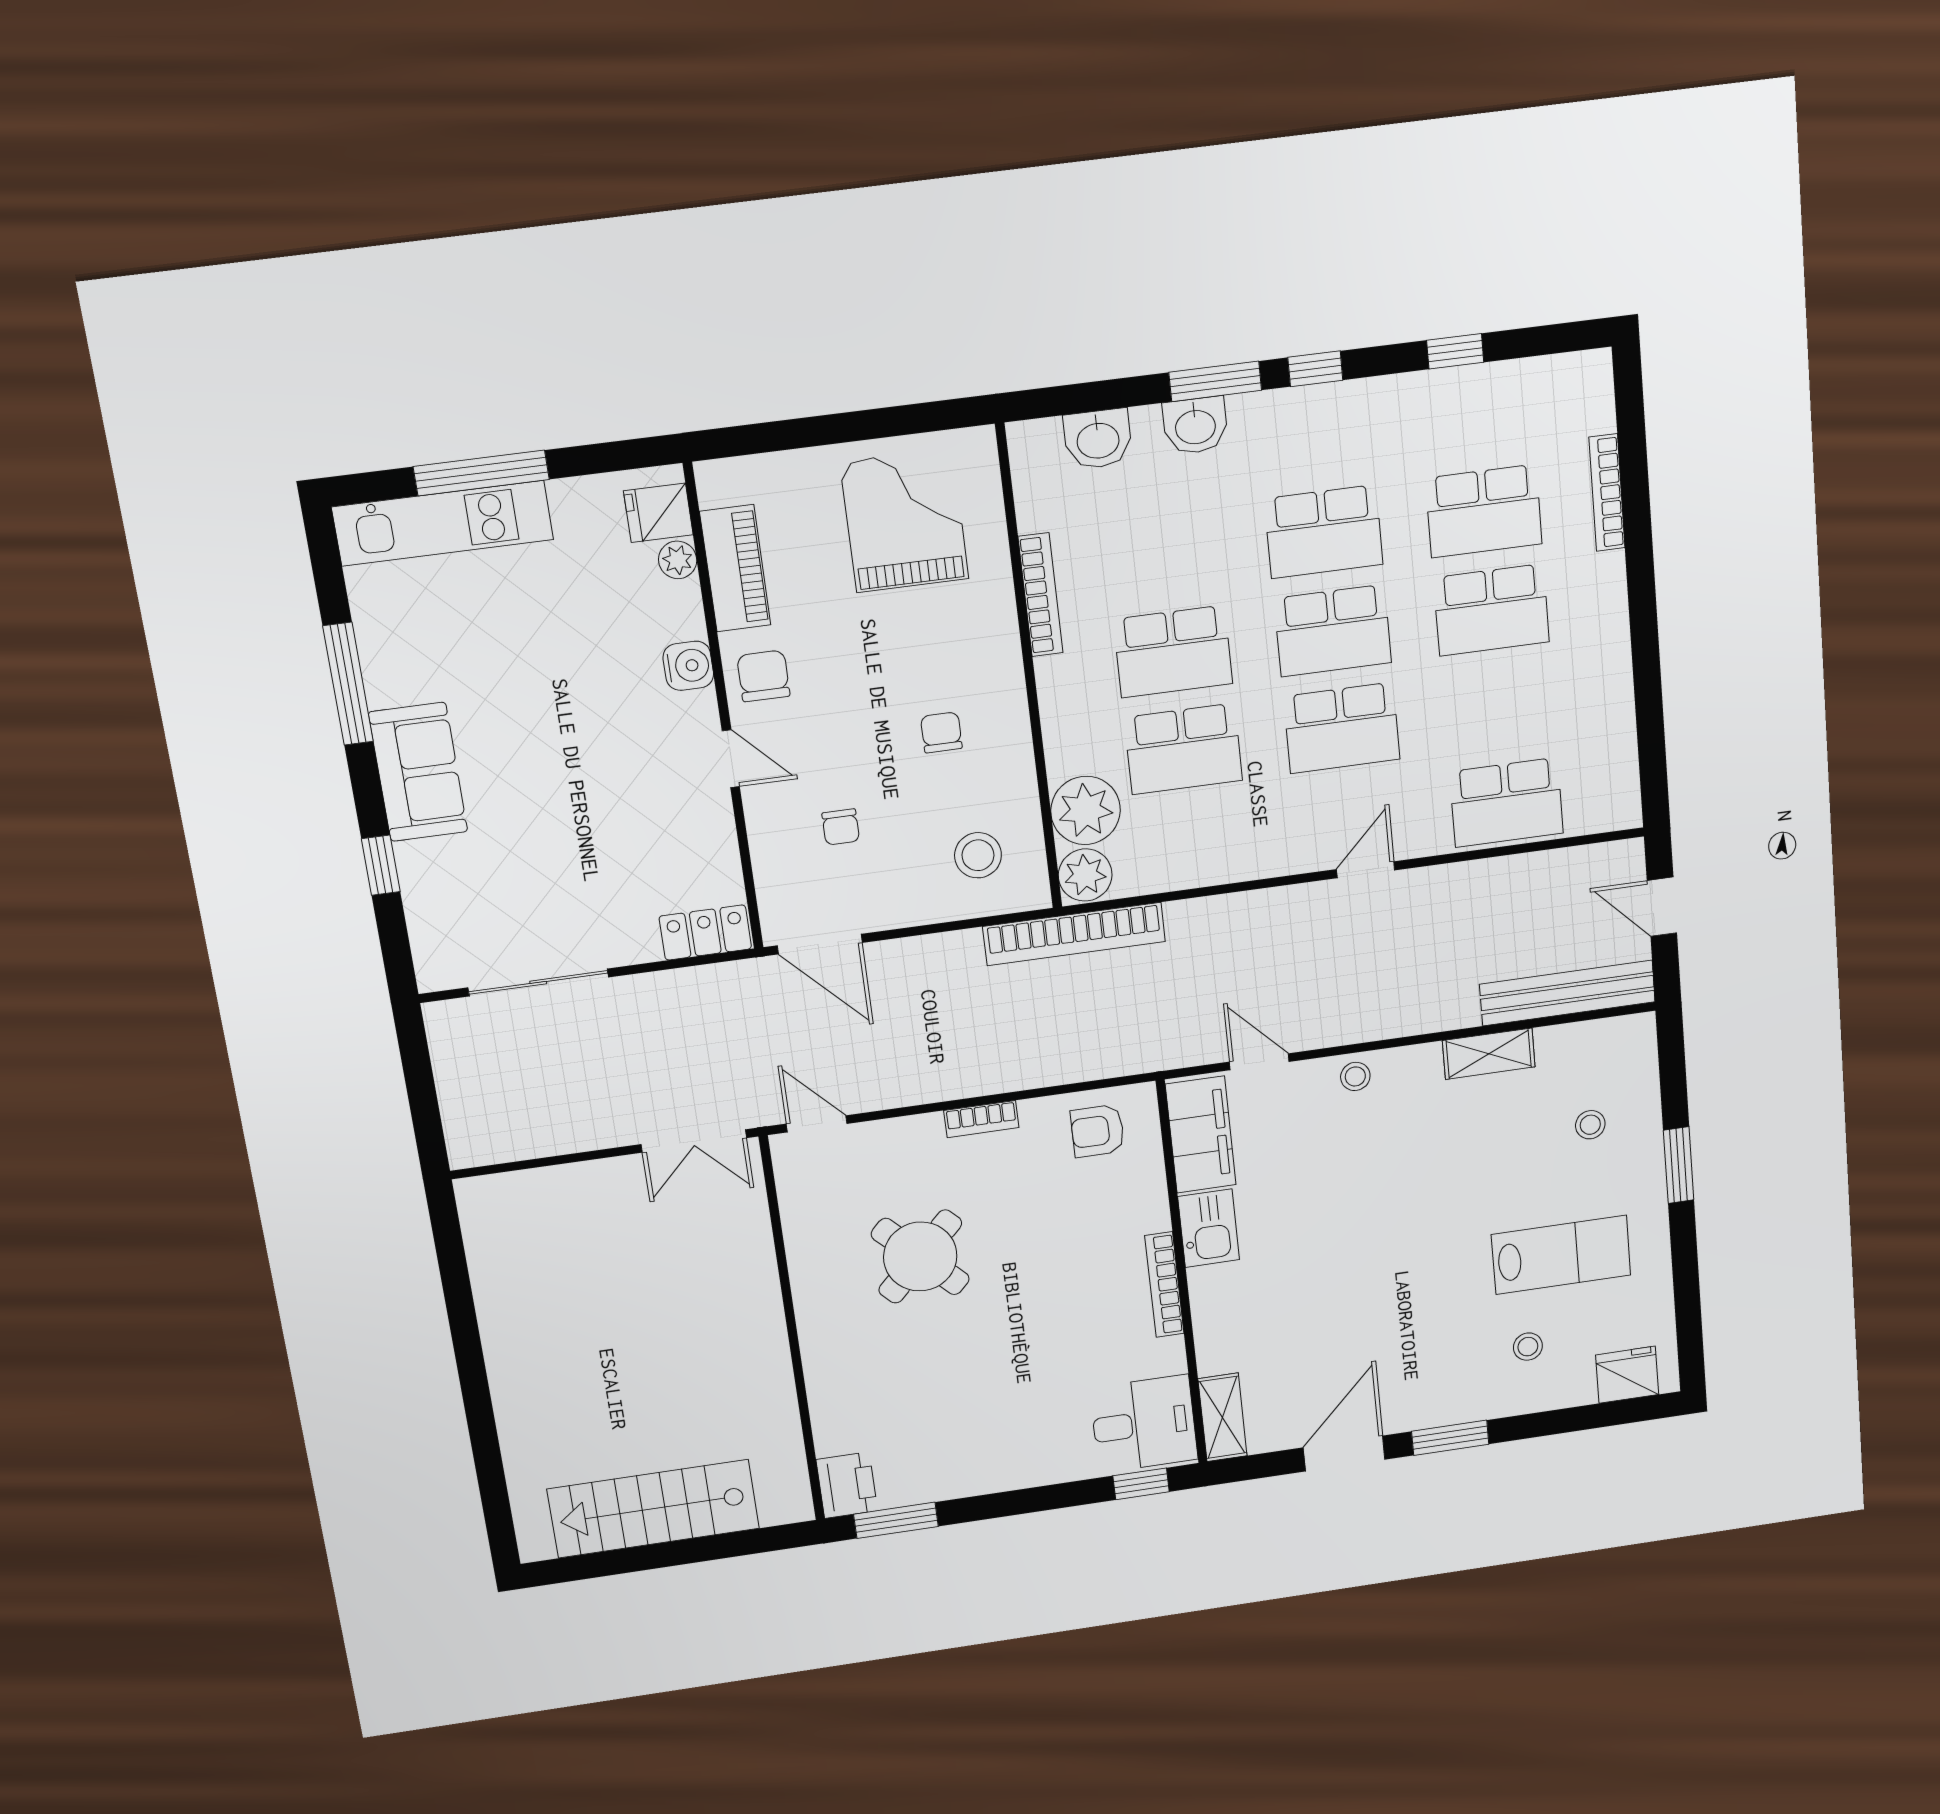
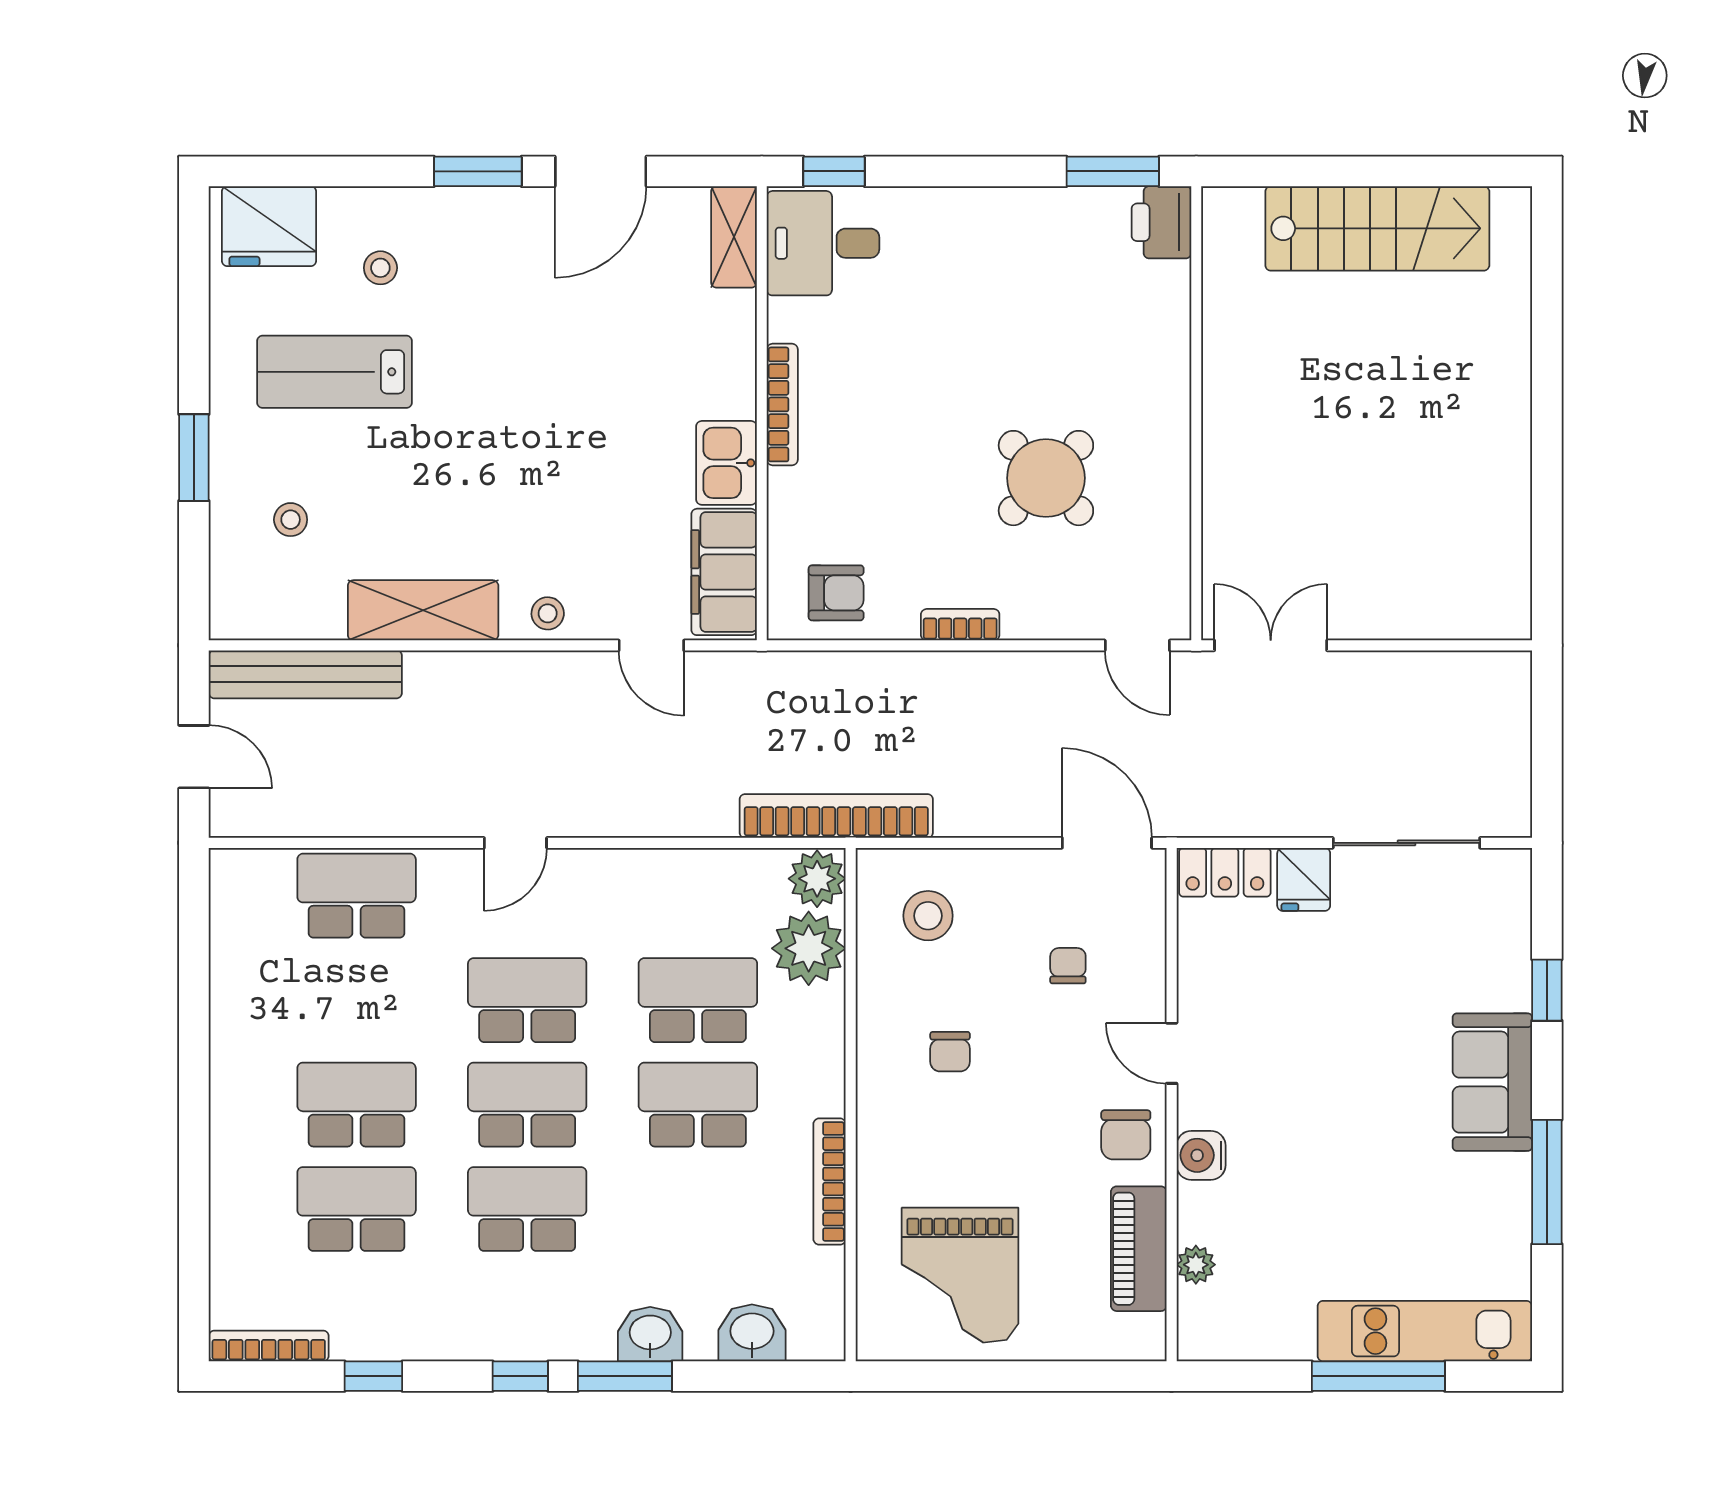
bookcase: (1607, 493) -> (269, 1346), moved, turned -90
fridge: (658, 513) -> (1304, 879), moved, turned 90
shelving: (1489, 1054) -> (423, 610), width x1.50, depth x1.33
fridge: (1627, 1375) -> (269, 226), width x1.36, depth x1.34

